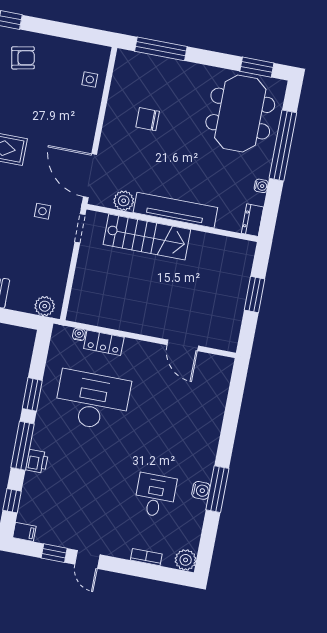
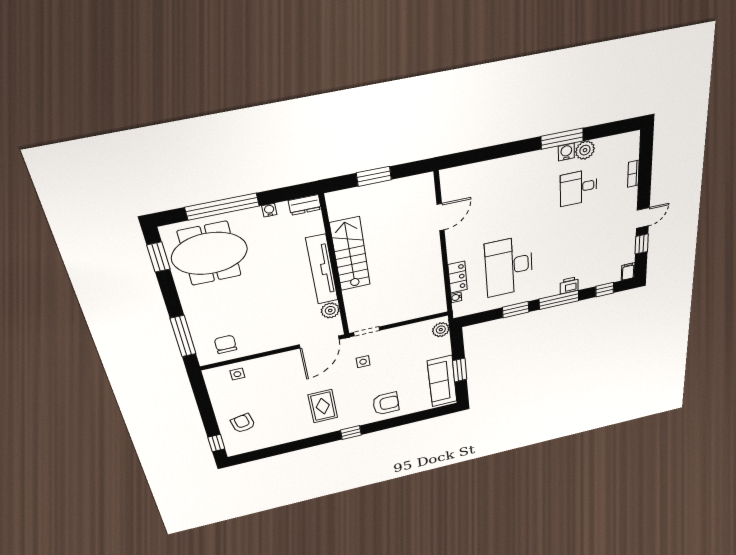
chair: (148, 119) -> (226, 344), moved, turned 180
stairs: (147, 237) -> (350, 254), moved
plant: (186, 560) -> (585, 150), moved

